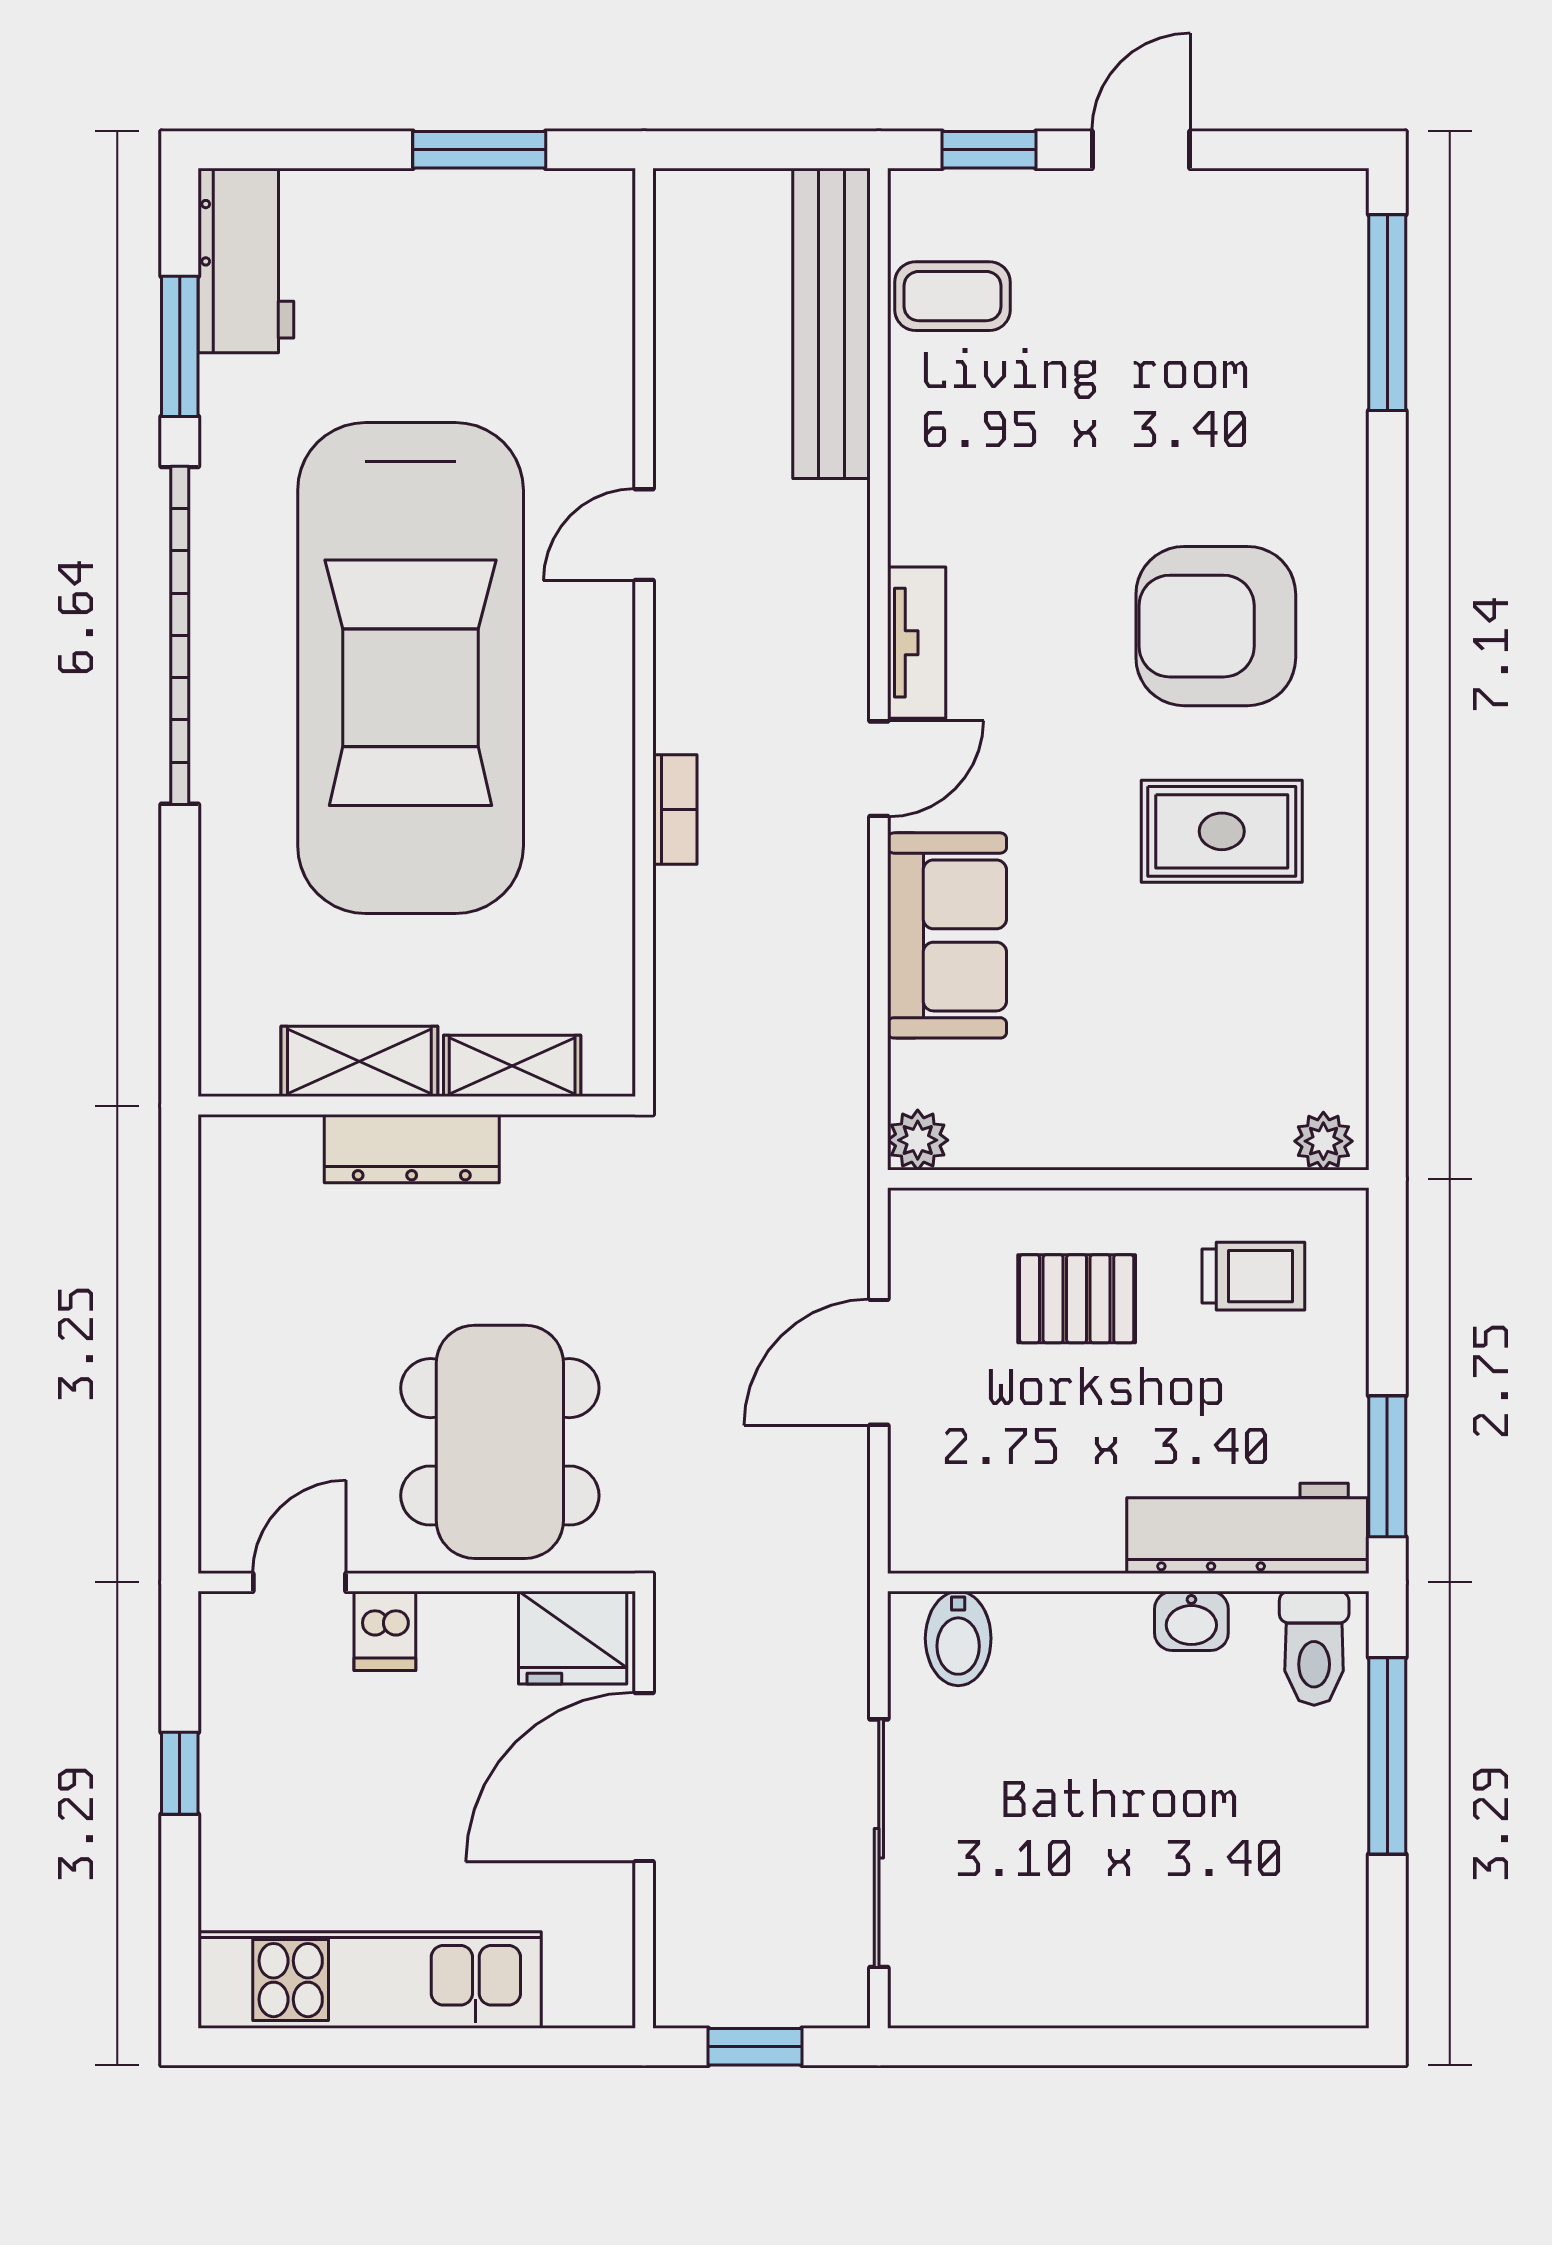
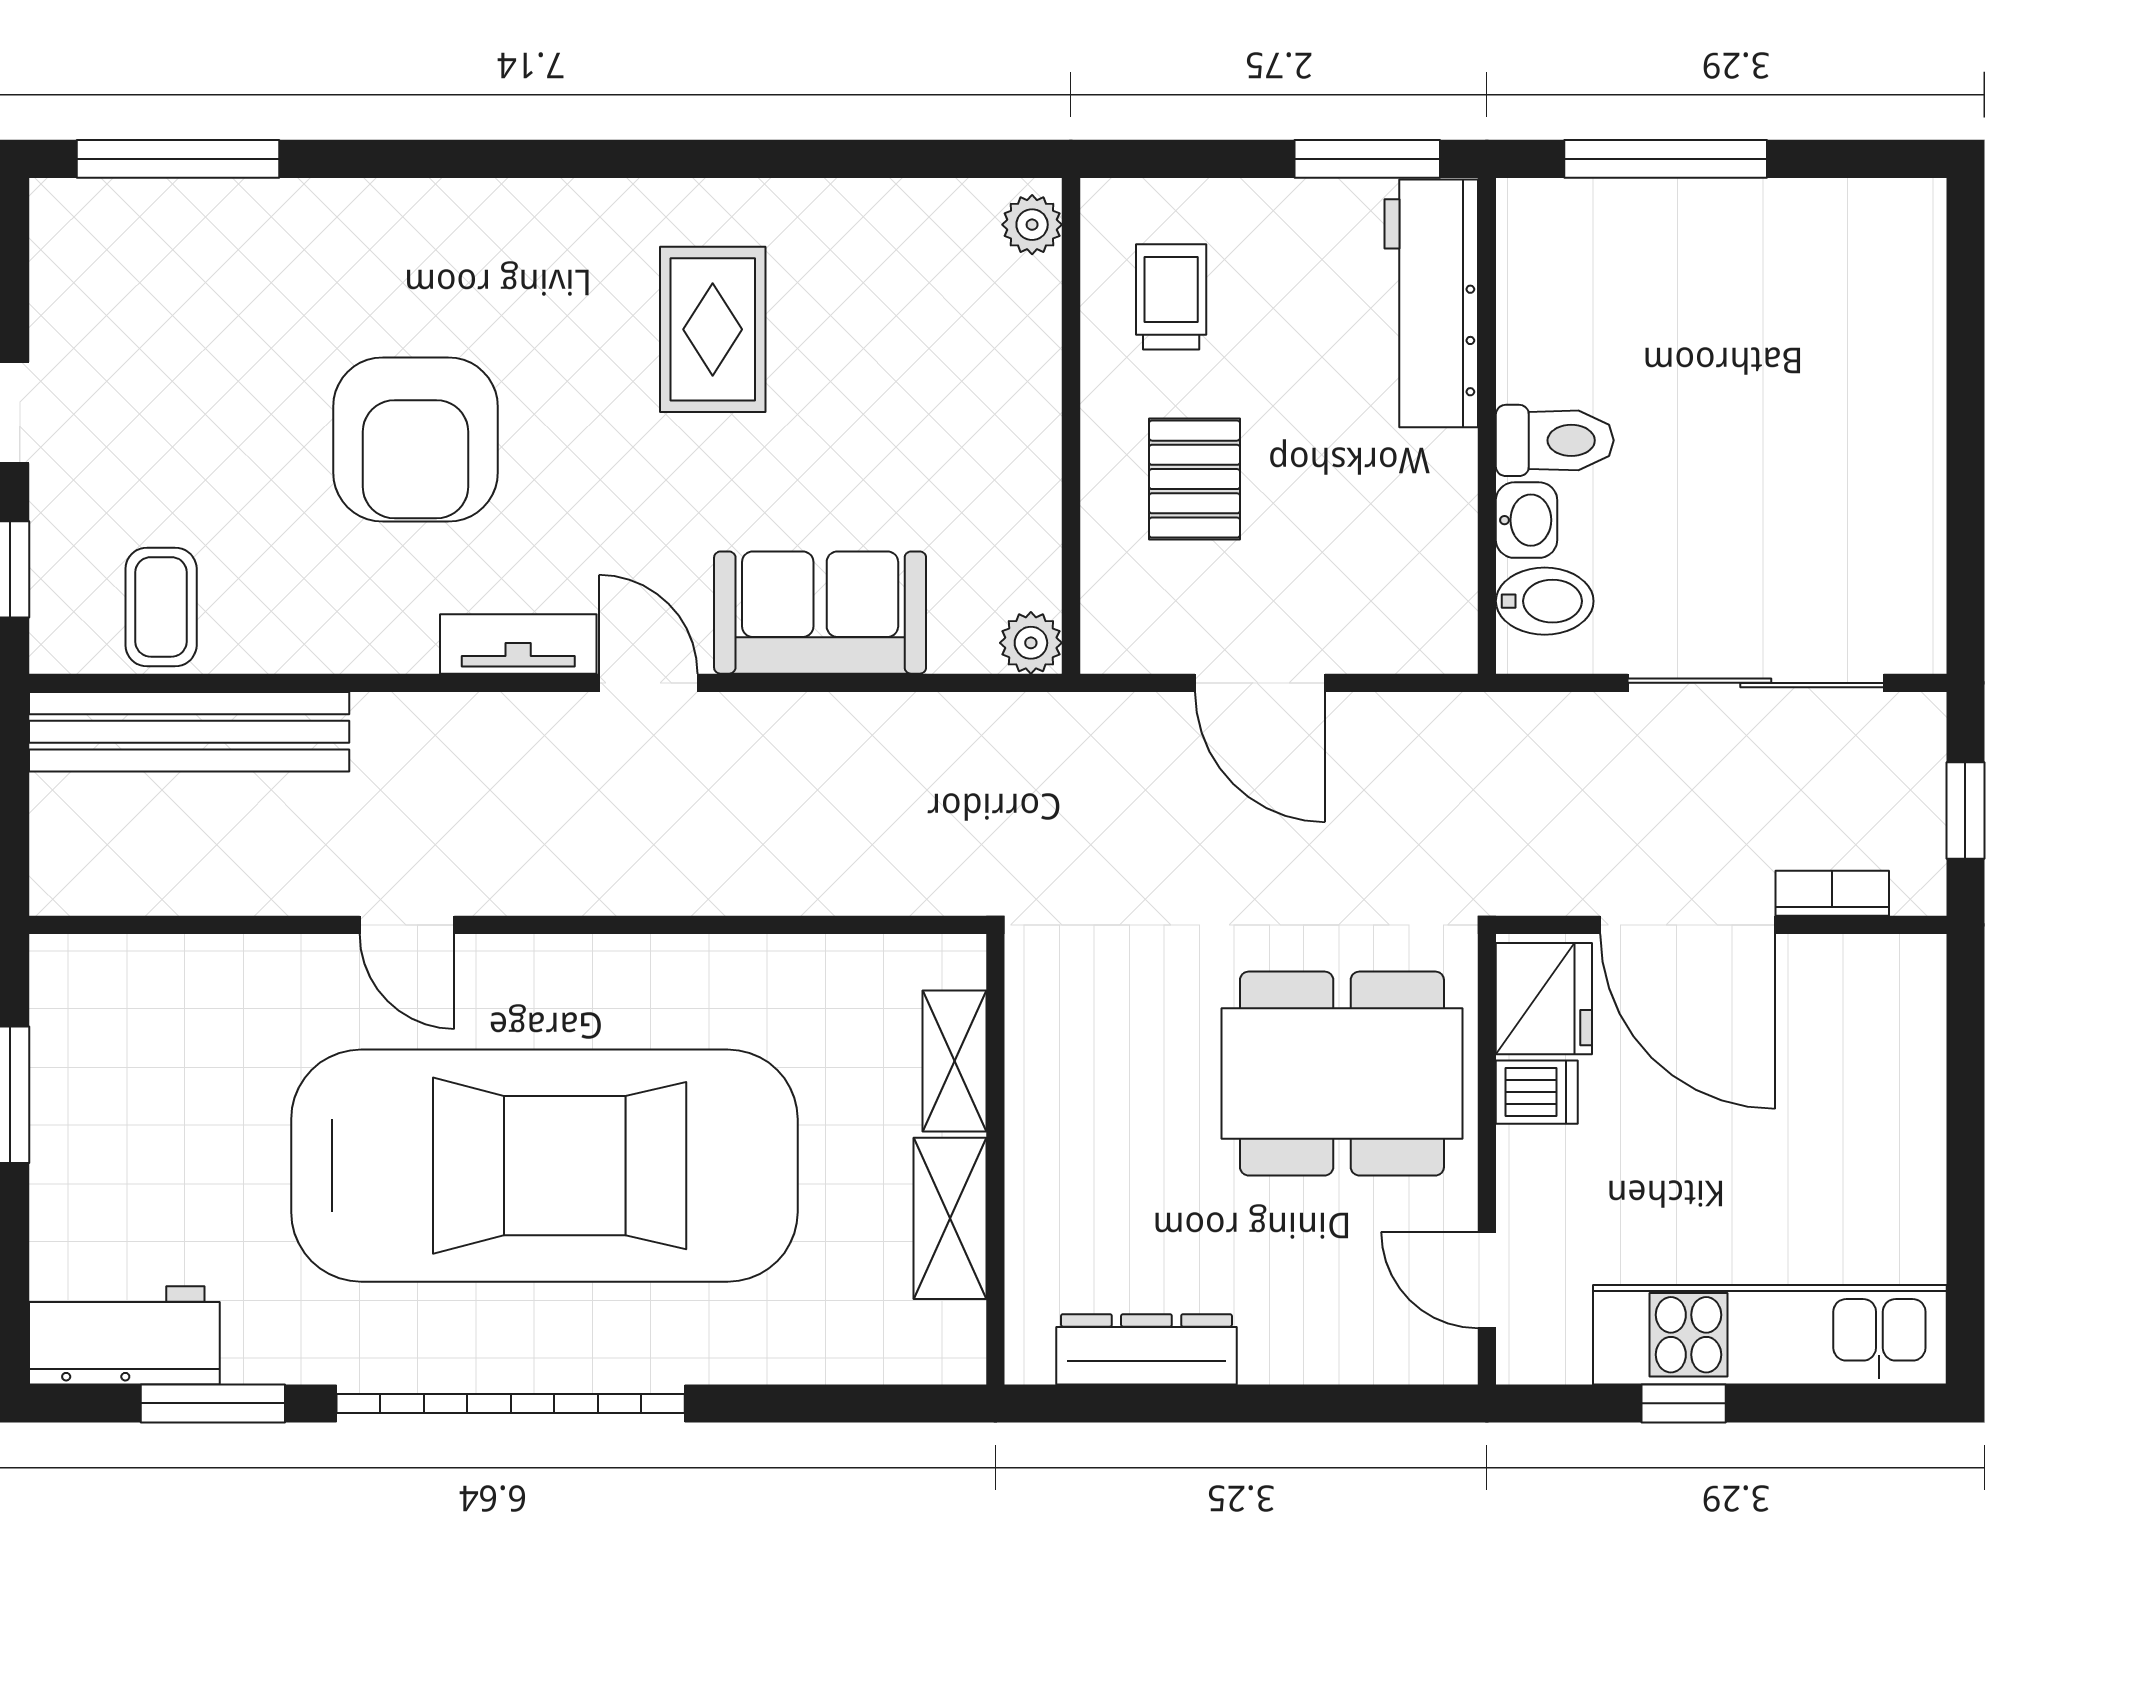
armchair: (1216, 626) -> (415, 440), moved
bookcase: (675, 809) -> (1832, 893), moved
dresser: (412, 1149) -> (1146, 1349), moved, turned -90
washbasin: (1191, 1621) -> (1527, 520), moved
dishwasher: (385, 1631) -> (1537, 1092), moved
toilet: (1314, 1648) -> (1555, 440), moved
kitchen unit: (370, 1980) -> (1770, 1335), moved, turned 90

